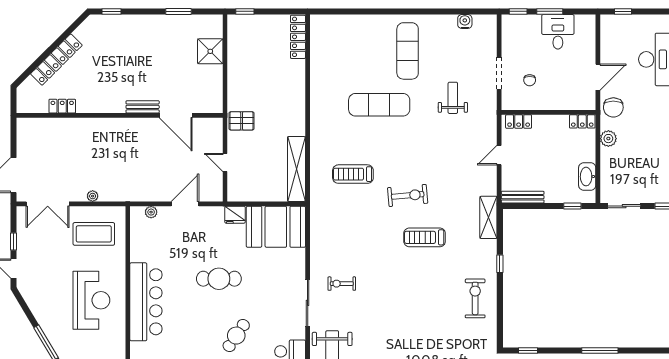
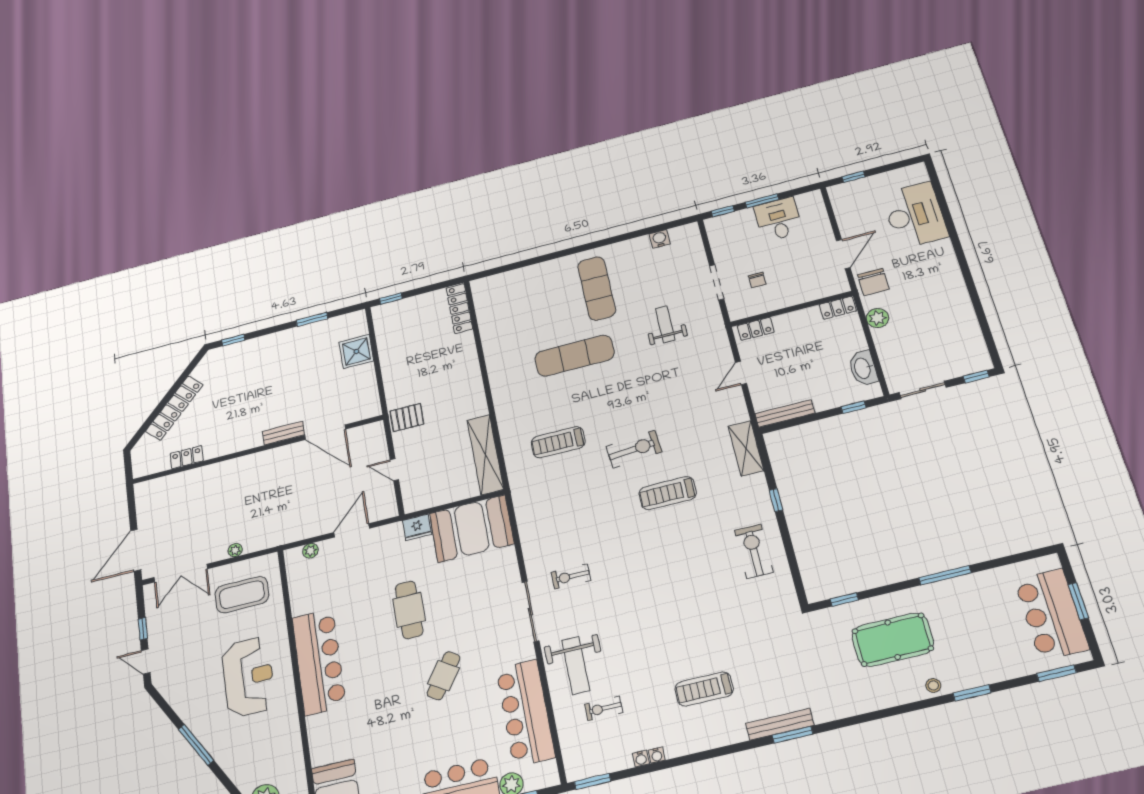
cafe table: (219, 279) -> (409, 610), turned 90

